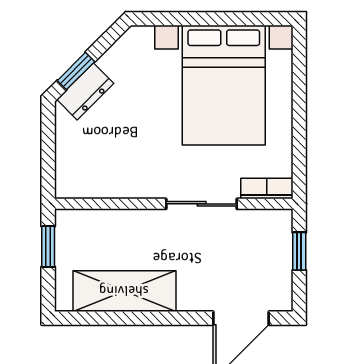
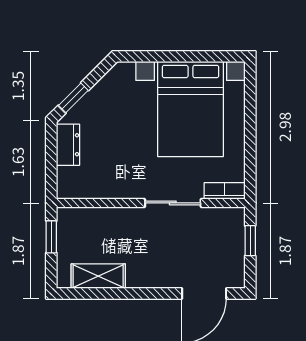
dresser: (85, 91) -> (68, 145), moved, turned -45
shelving: (124, 291) -> (98, 276), width x0.67, depth x0.75

